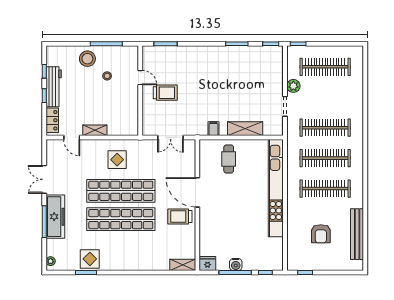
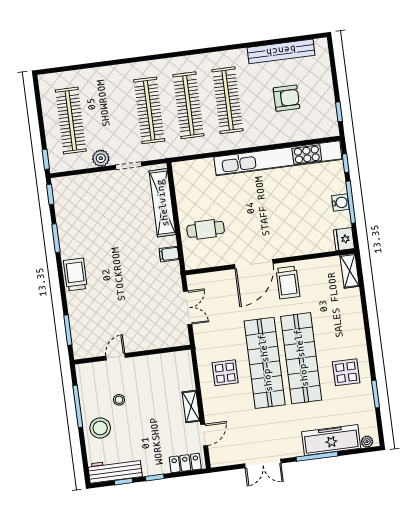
workbench: (54, 87) -> (115, 470), moved
trolley: (165, 93) -> (75, 274), moved
shelving: (245, 129) -> (162, 203), width x1.47
kitchen unit: (276, 188) -> (278, 158), moved
freezer: (55, 217) -> (331, 440), moved
display table: (90, 259) -> (346, 372), moved

